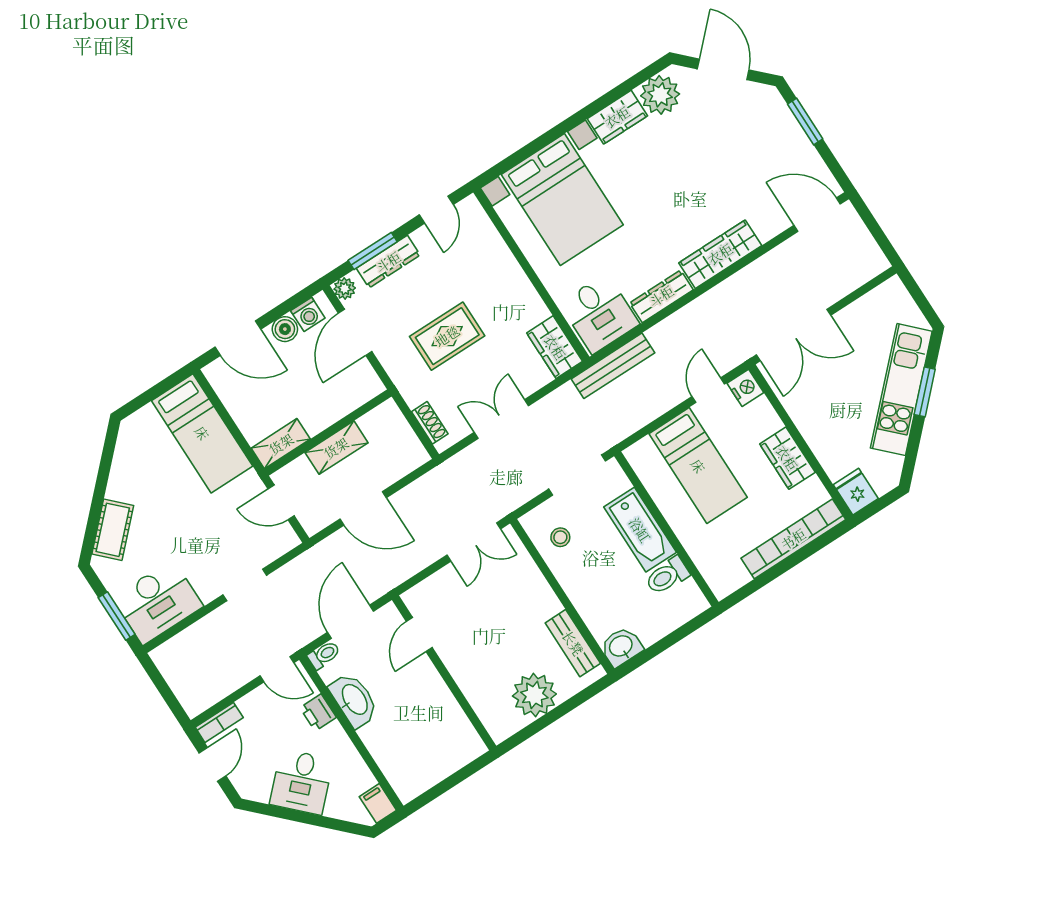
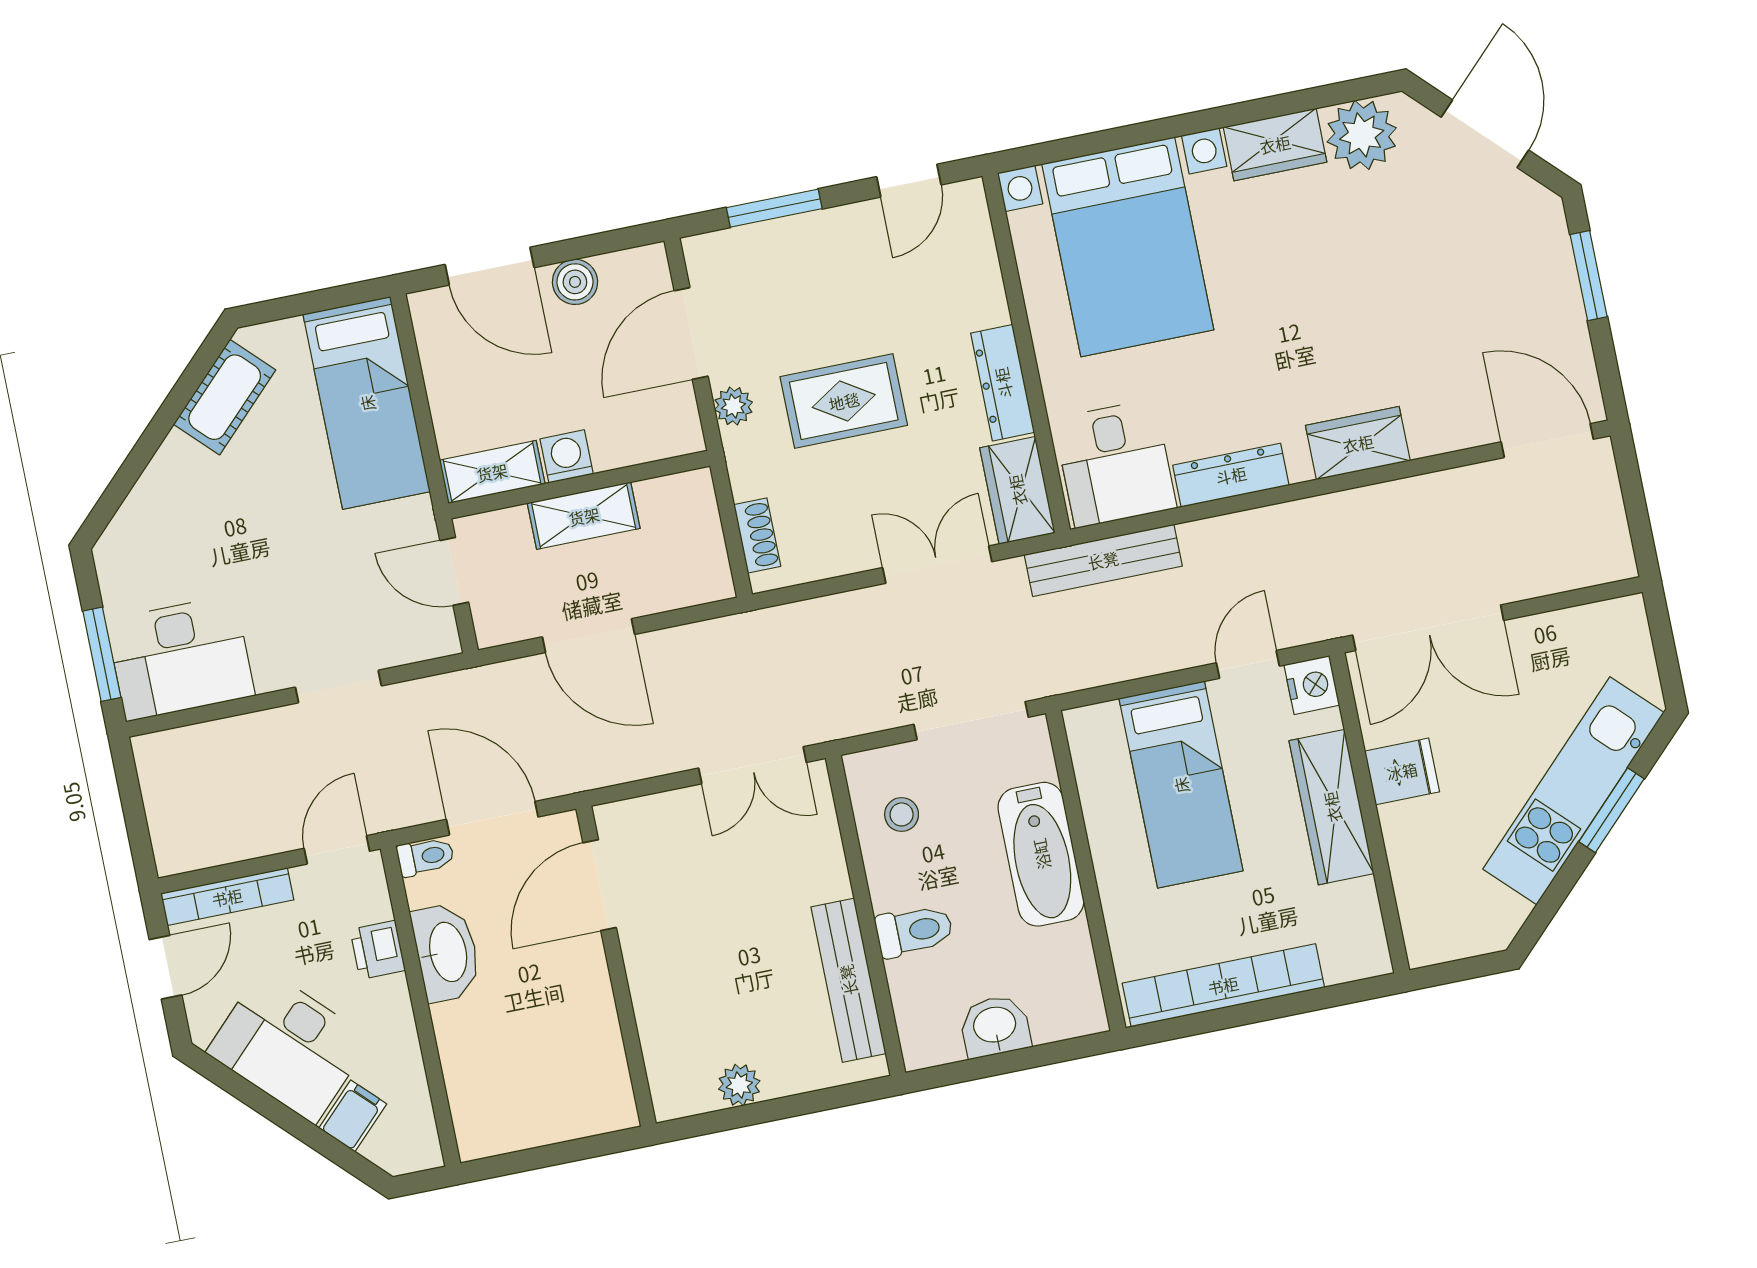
wardrobe: (720, 254) -> (1358, 443), width x0.67
dresser: (388, 262) -> (1003, 383), moved, turned 90
plant: (345, 288) -> (733, 406), moved
washing machine: (308, 314) -> (567, 456), moved, turned 180
double door: (501, 419) -> (937, 565), moved
wardrobe: (787, 458) -> (1332, 807), width x1.50
fridge: (856, 492) -> (1402, 771), moved, turned 90
cot: (113, 530) -> (225, 397), moved
bookcase: (793, 539) -> (1223, 985), moved
toilet: (667, 576) -> (914, 931), moved, turned 180
door: (350, 622) -> (492, 818), hinge flipped
door: (419, 635) -> (600, 885), width x1.38
bench: (573, 643) -> (848, 980), width x1.36
washbasin: (621, 647) -> (995, 1026), moved
door: (277, 669) -> (337, 850), swing flipped
plant: (534, 695) -> (739, 1085), width x0.53, depth x0.53
bookcase: (219, 722) -> (227, 897), width x1.56
desk: (301, 782) -> (289, 1046), width x1.37
filing cabinet: (378, 803) -> (353, 1116), moved, turned 45

